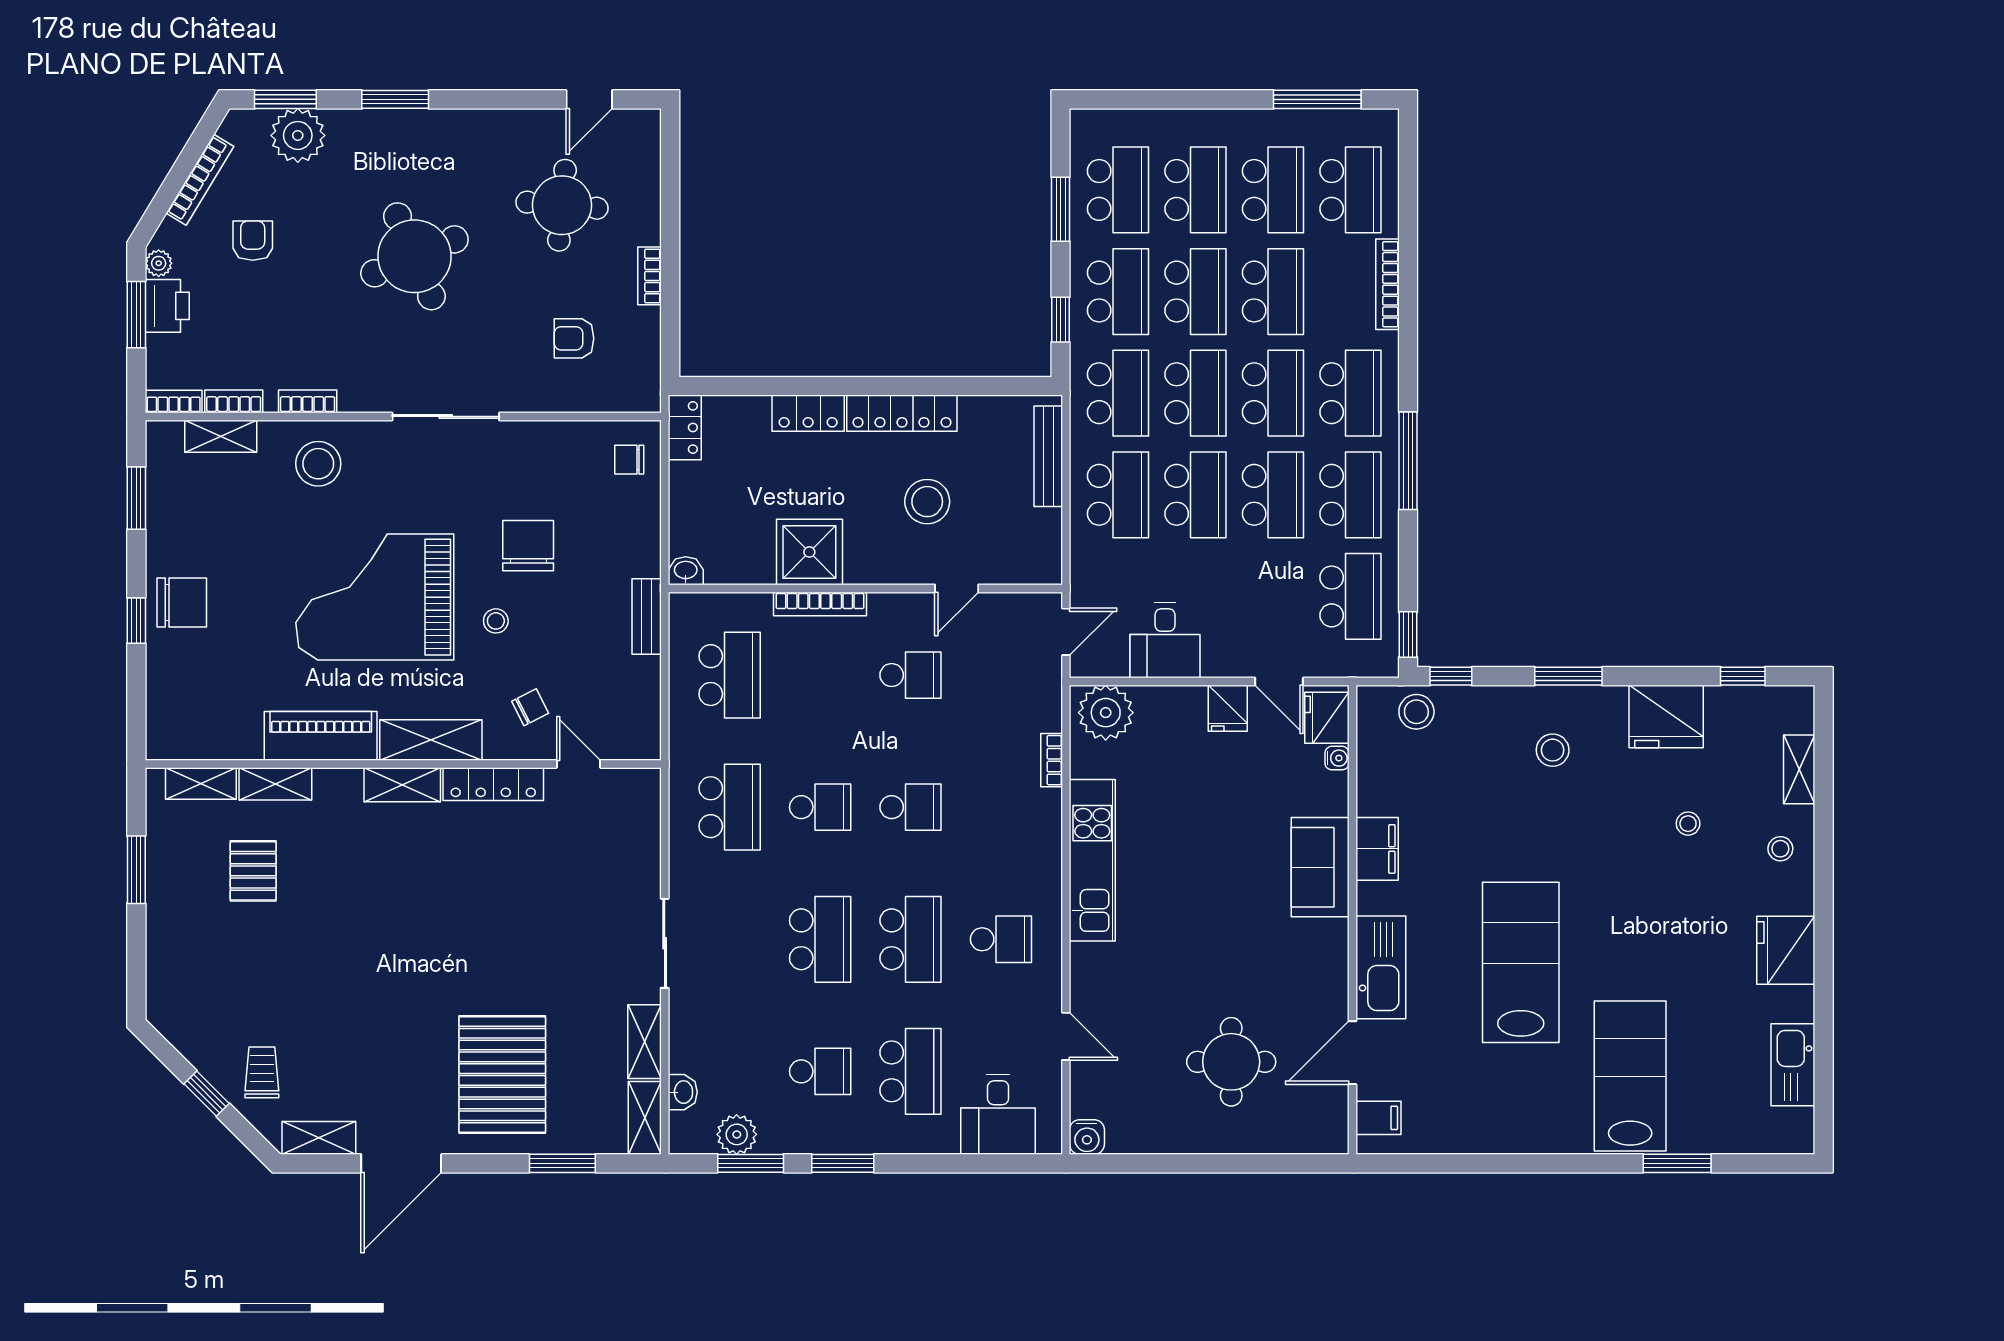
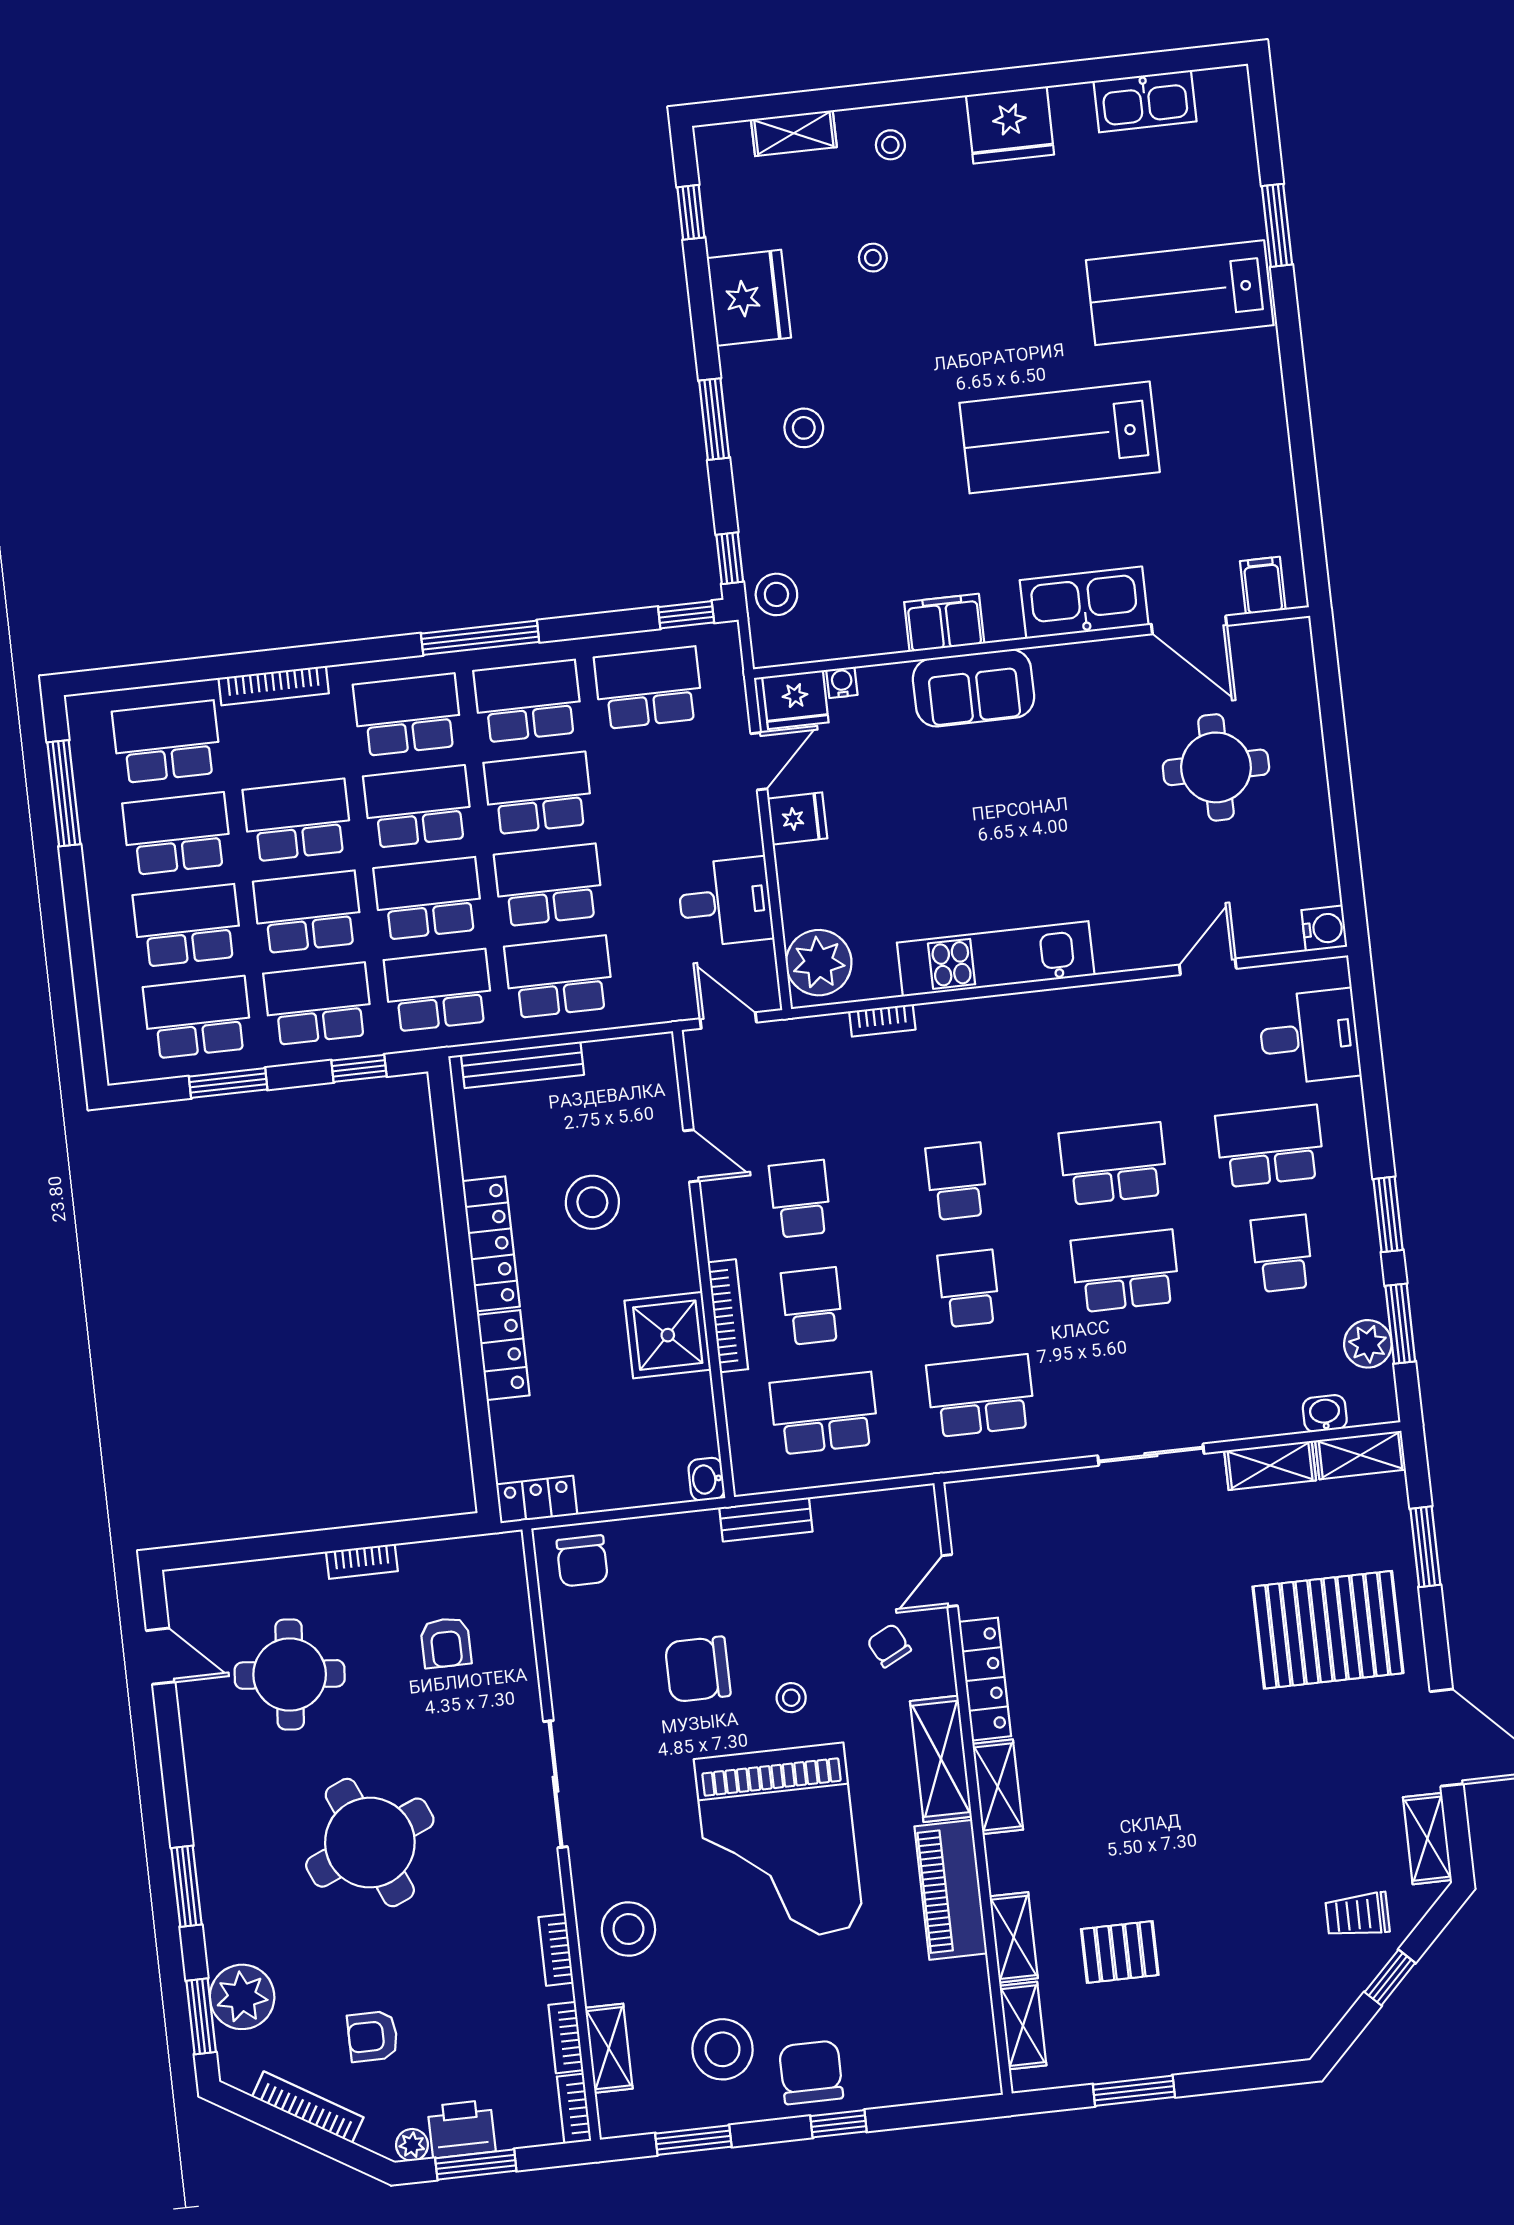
chair: (629, 460) -> (582, 1561), width x1.37, depth x1.37
stool: (209, 531) -> (722, 2049), added
school desk: (1001, 939) -> (812, 1306), moved

